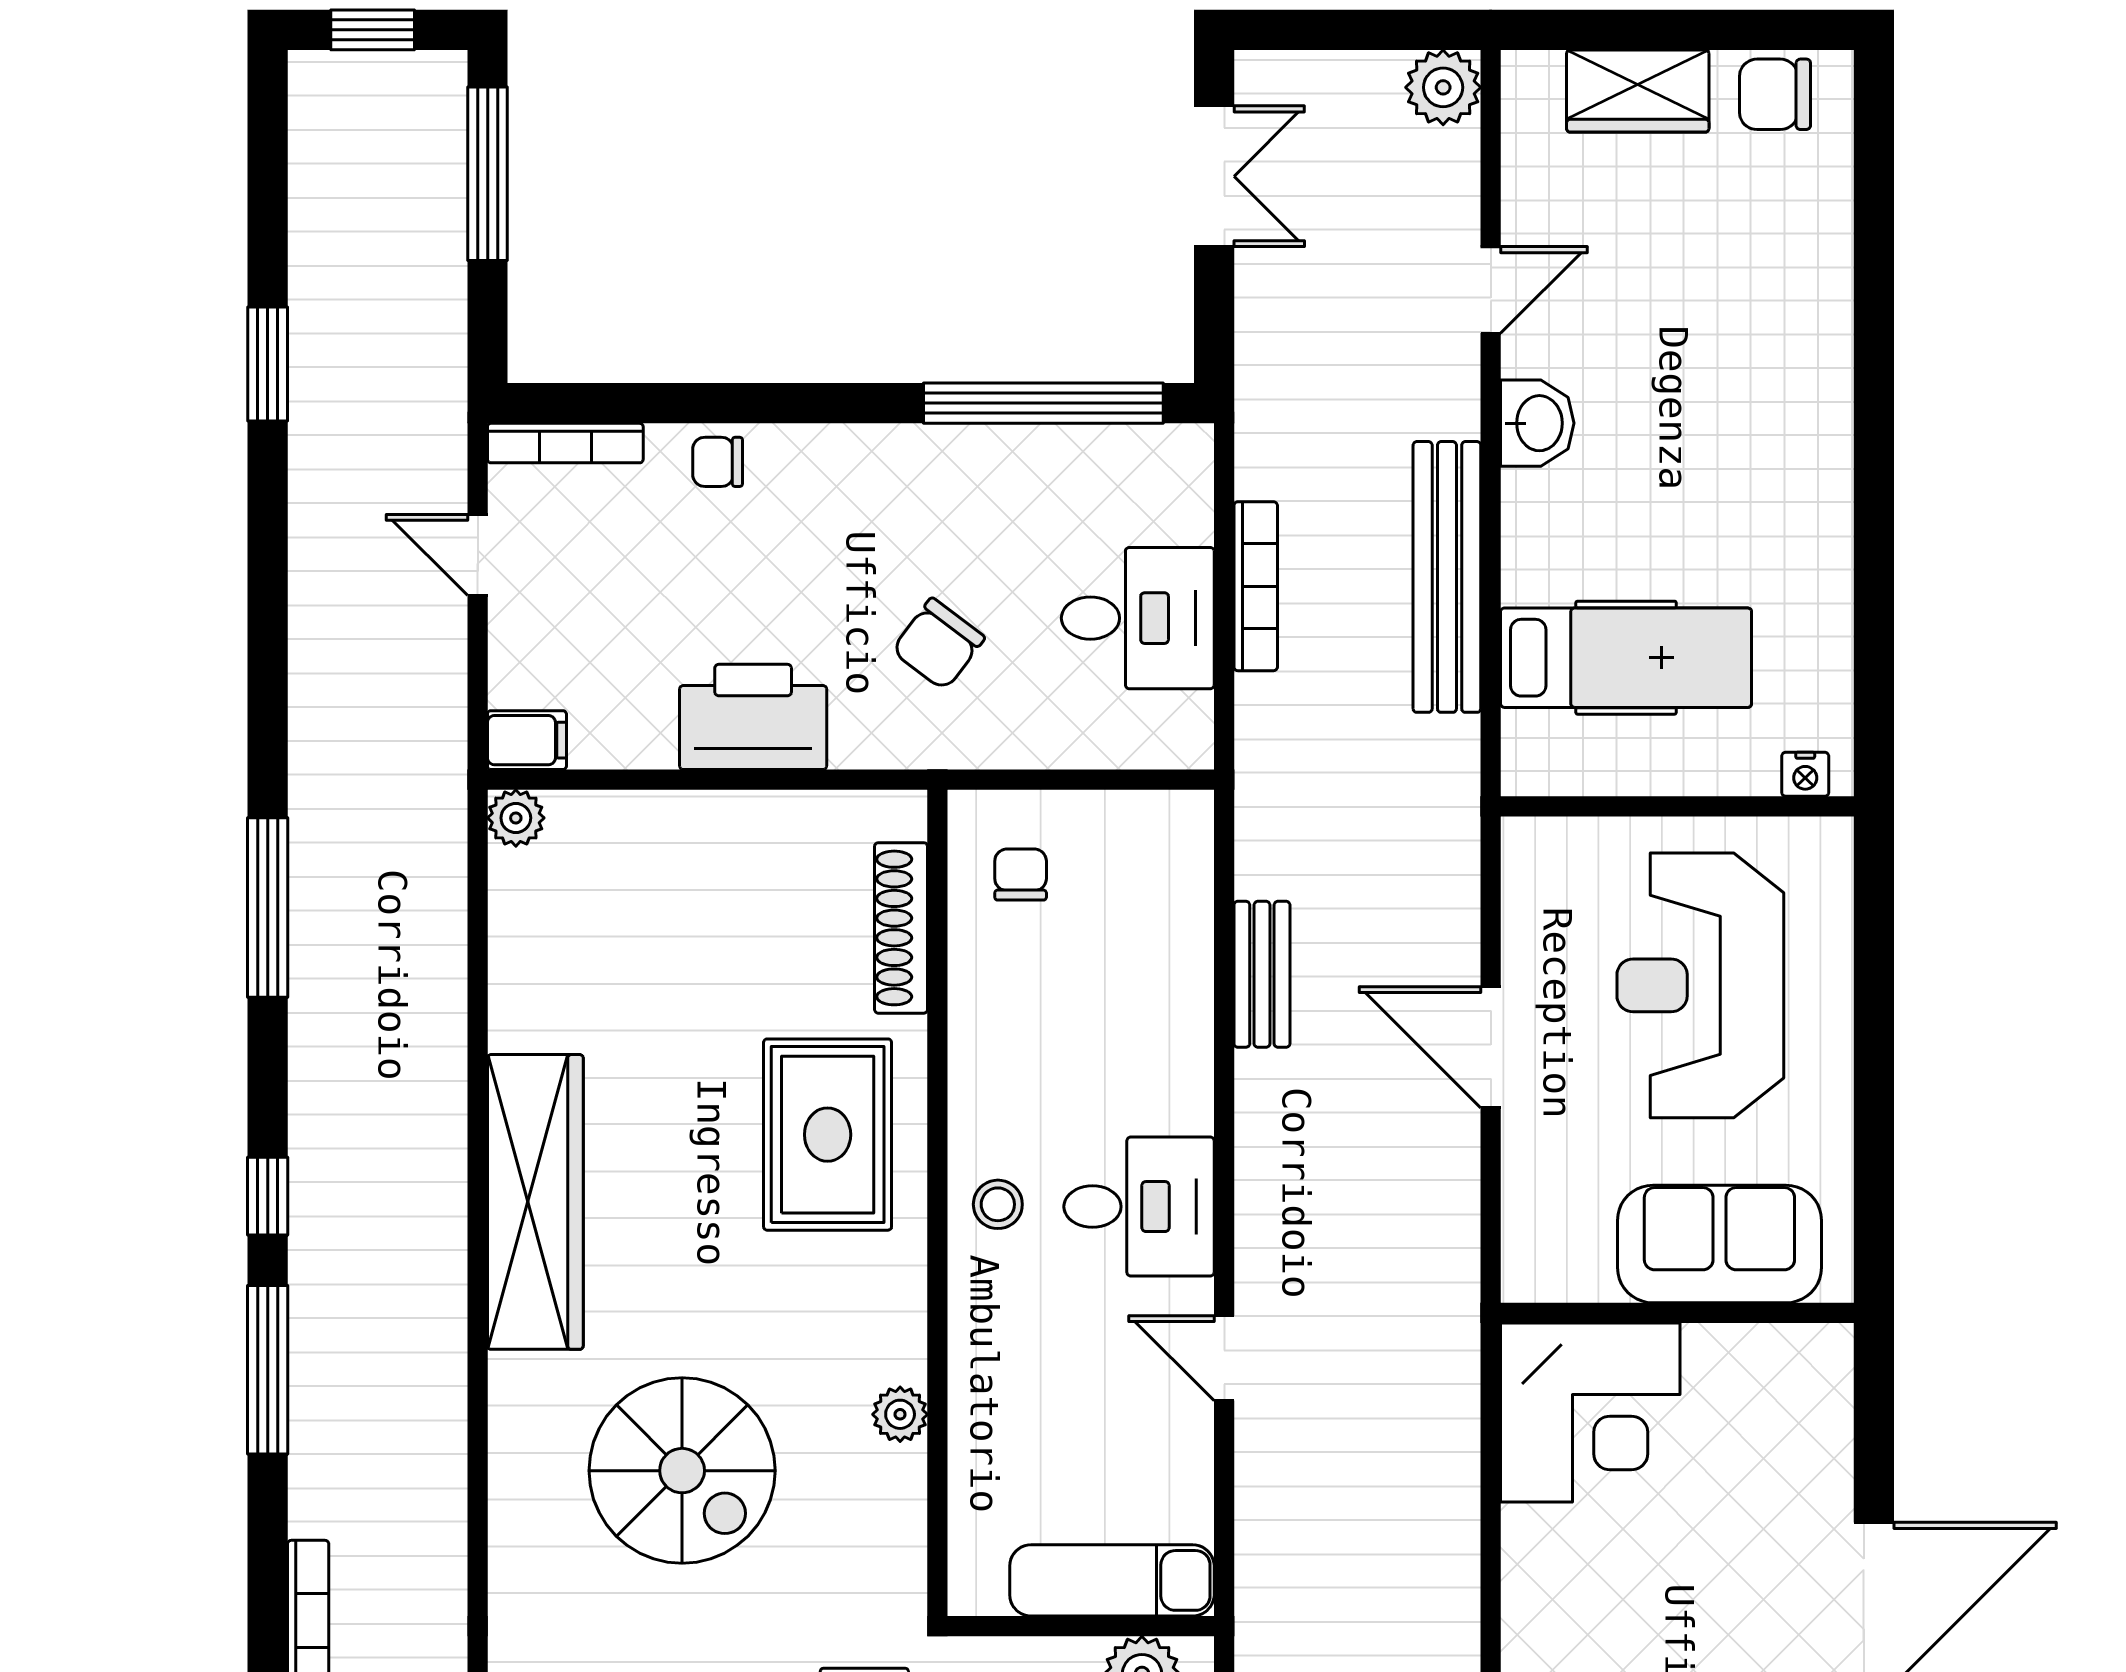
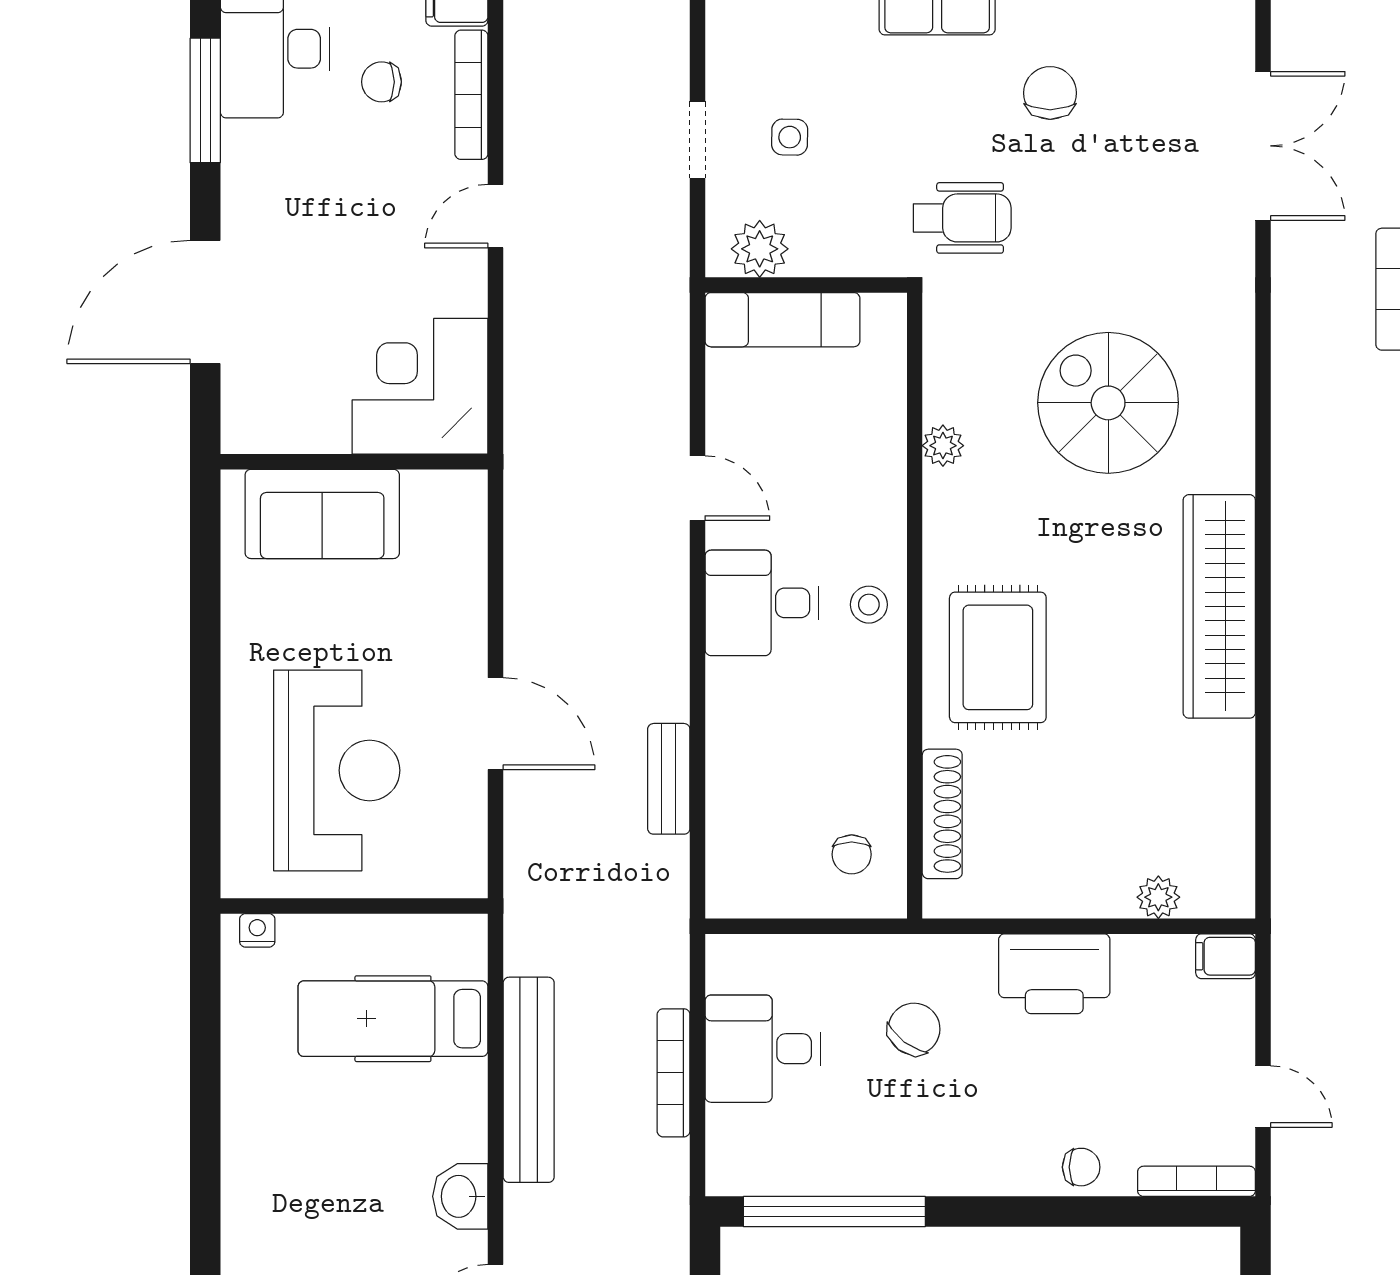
plant: (516, 818) -> (1158, 897), moved
sofa: (1719, 1244) -> (322, 514), moved
wall: (1677, 1313) -> (354, 462), moved
corner desk: (1590, 1413) -> (420, 386), moved

